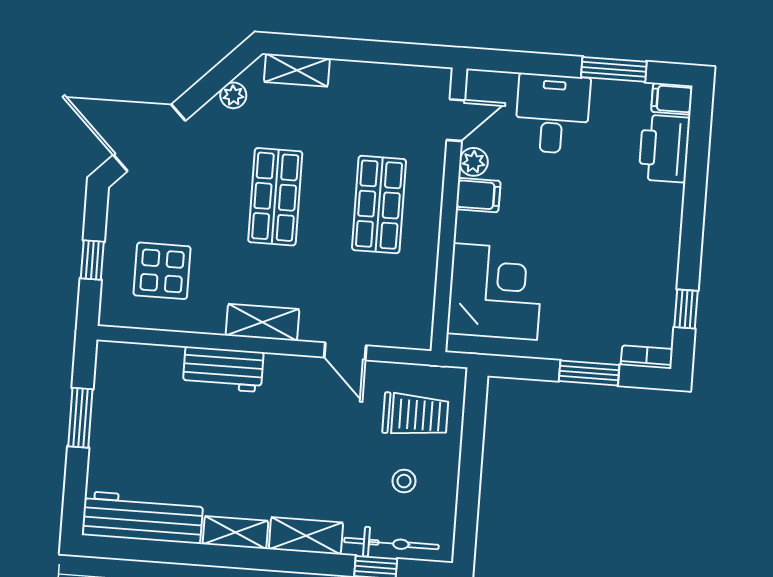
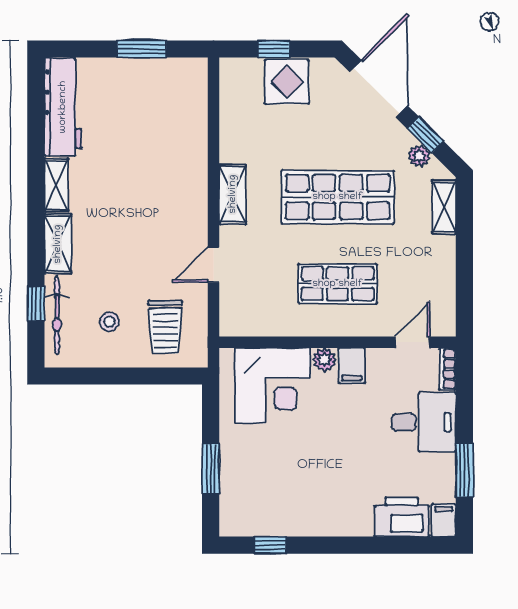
window: (209, 86) -> (425, 135), added
door: (456, 120) -> (412, 342), swing flipped
plant: (474, 162) -> (324, 360), moved
shop shelf: (275, 197) -> (338, 197), width x1.43, depth x1.36
display table: (162, 271) -> (287, 82), moved
bookcase: (647, 357) -> (448, 369), moved, turned 180
workbench: (223, 369) -> (191, 165), removed

